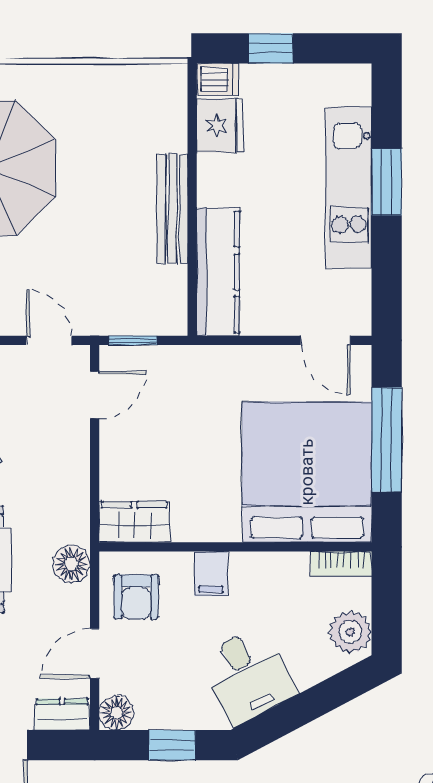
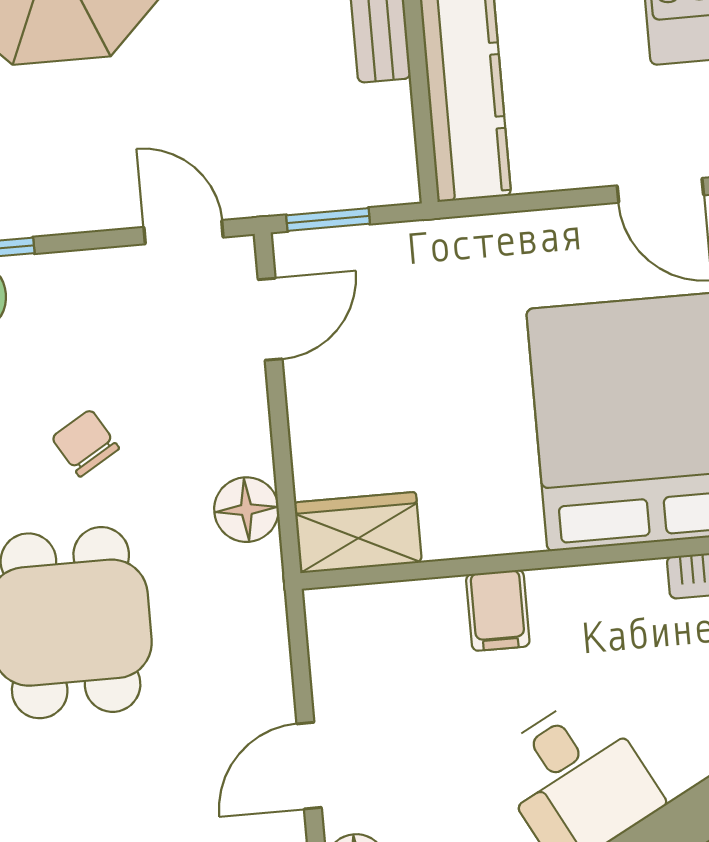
floor lamp: (71, 564) -> (246, 510), moved
armchair: (136, 597) -> (372, 662), removed

